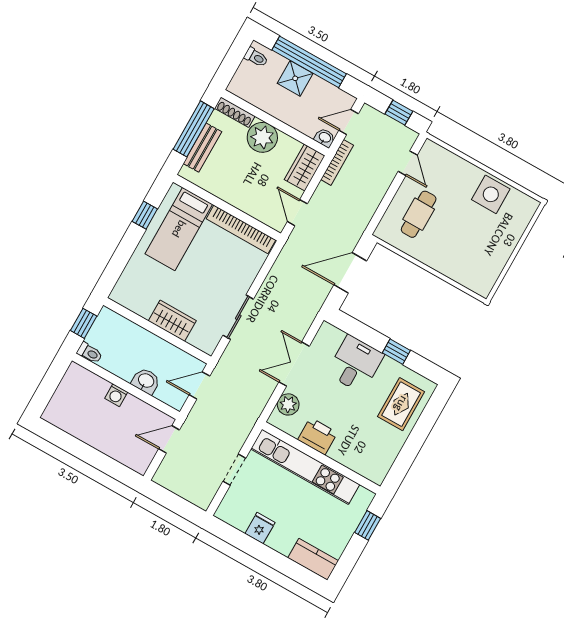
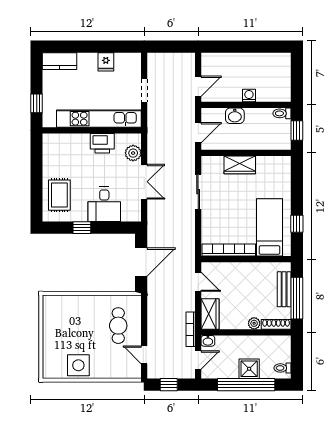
plant: (262, 137) -> (254, 323), width x0.53, depth x0.53

